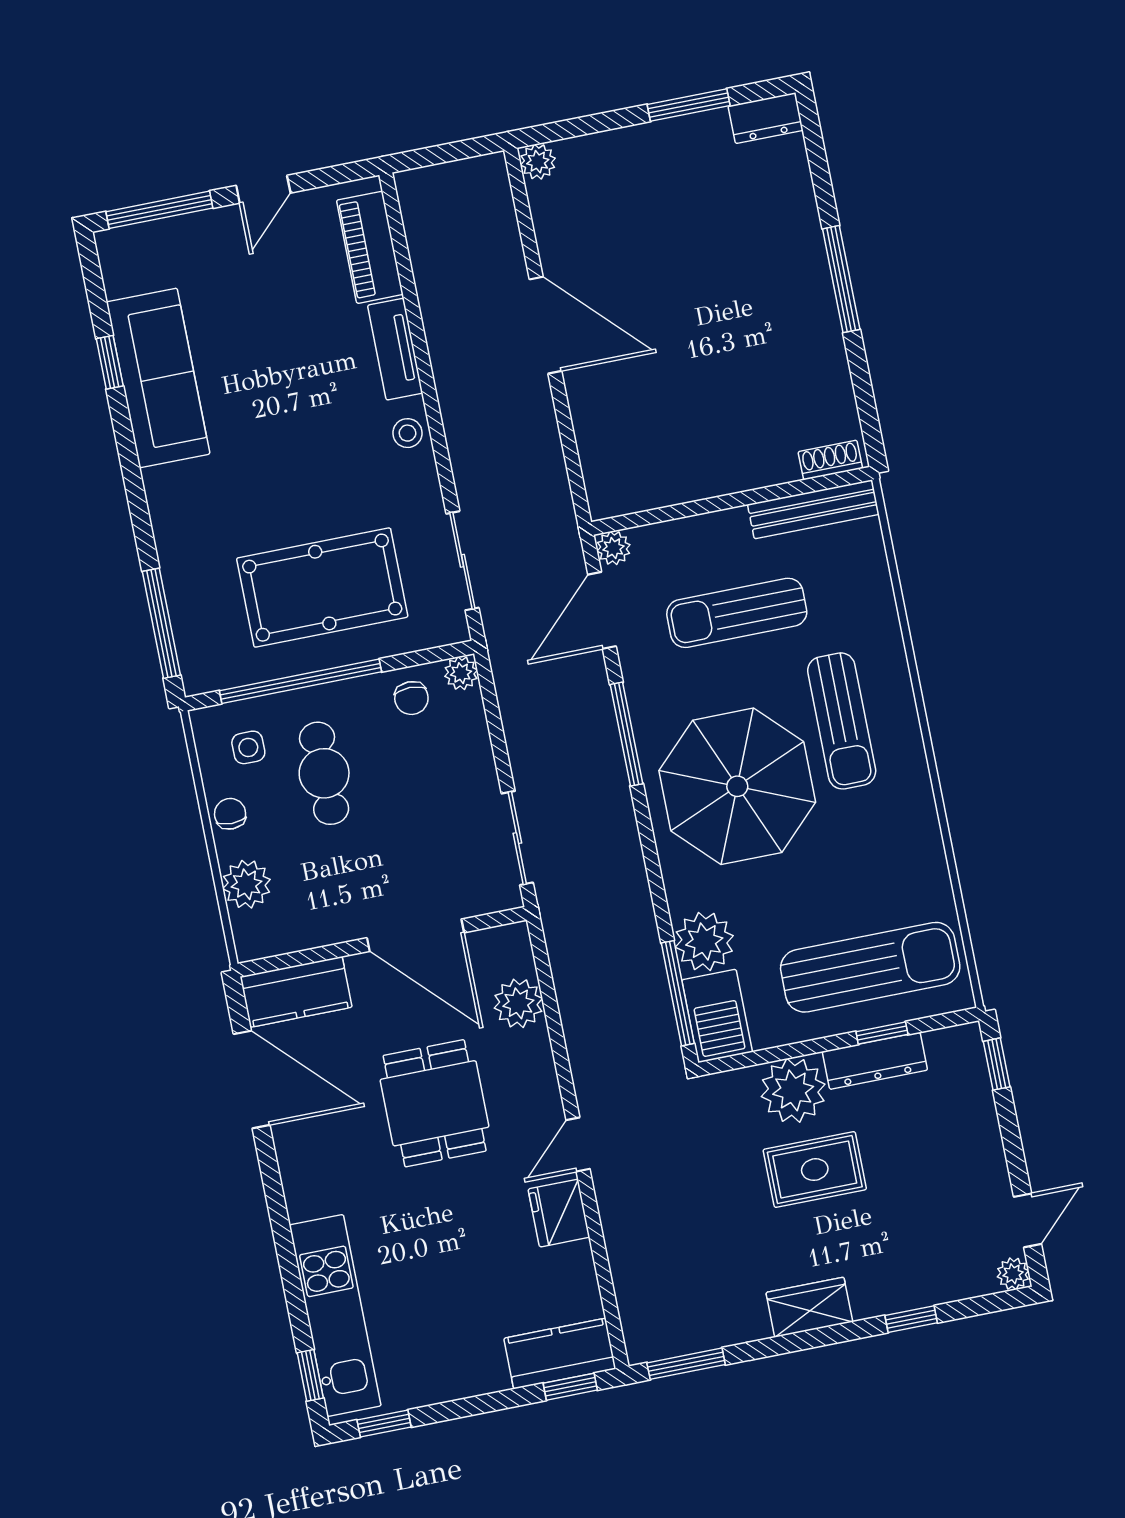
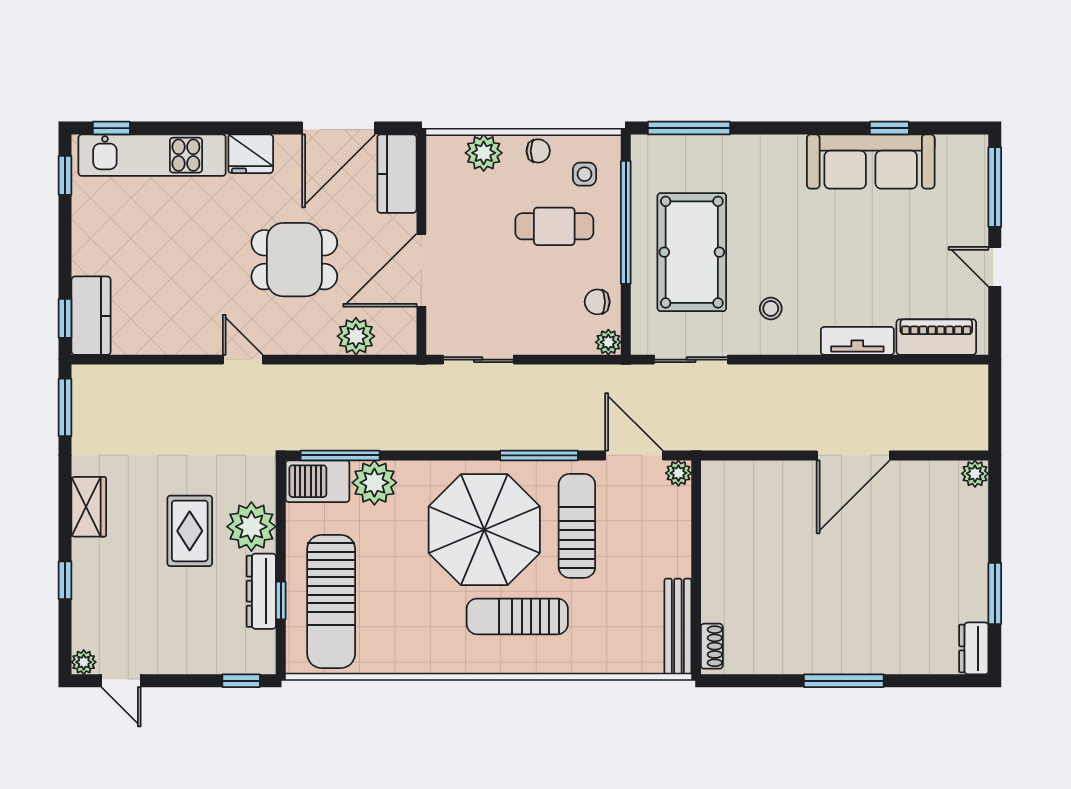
stool: (407, 433) -> (771, 308), moved
sun lounger: (737, 613) -> (577, 526), moved
fridge: (559, 1213) -> (251, 154), moved, turned 180

